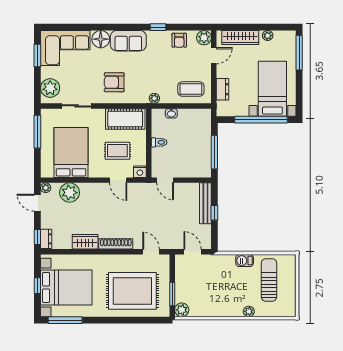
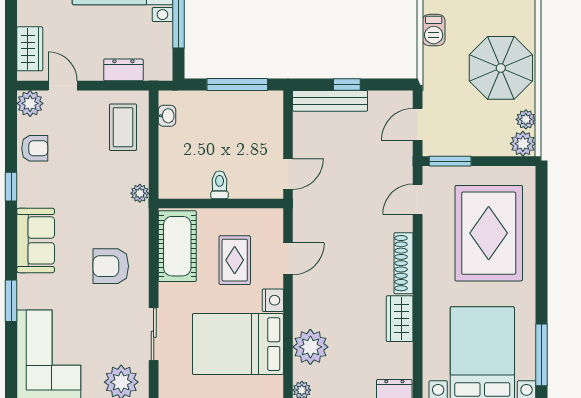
window: (95, 27) -> (11, 301), added
wardrobe: (240, 37) -> (30, 49), width x0.67
floor lamp: (101, 39) -> (33, 290), removed
armchair: (114, 82) -> (111, 266), turned 90
washbasin: (171, 113) -> (167, 116), moved
nightstand: (140, 172) -> (273, 300), moved
window: (172, 294) -> (450, 161), moved
parasol: (224, 298) -> (501, 68), added
plant: (249, 311) -> (526, 119), moved

